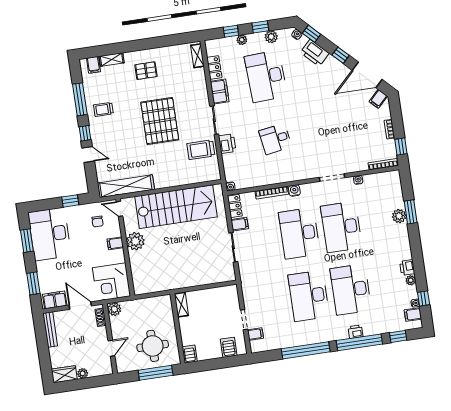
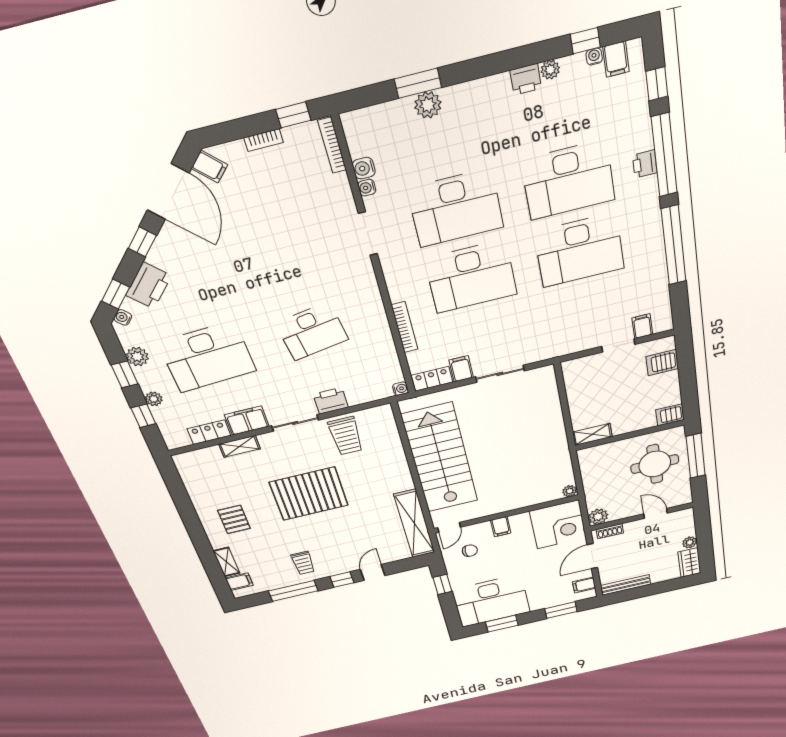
shelving: (197, 56) -> (239, 446), moved
desk: (275, 139) -> (312, 331), width x1.37
water cooler: (294, 191) -> (364, 168), moved
plant: (135, 241) -> (570, 491), moved, width x0.53, depth x0.53
filing cabinet: (55, 300) -> (584, 585), width x0.50

